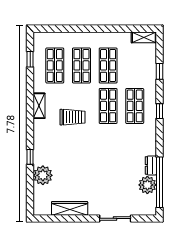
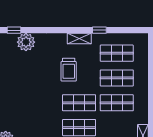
window: (30, 59) -> (99, 30), moved
window: (30, 157) -> (14, 30), moved
plant: (43, 175) -> (26, 42), moved

